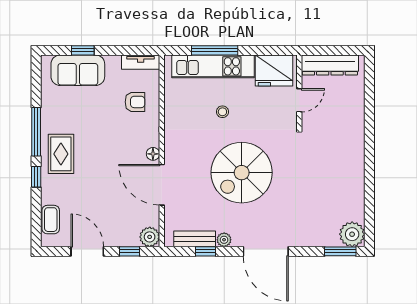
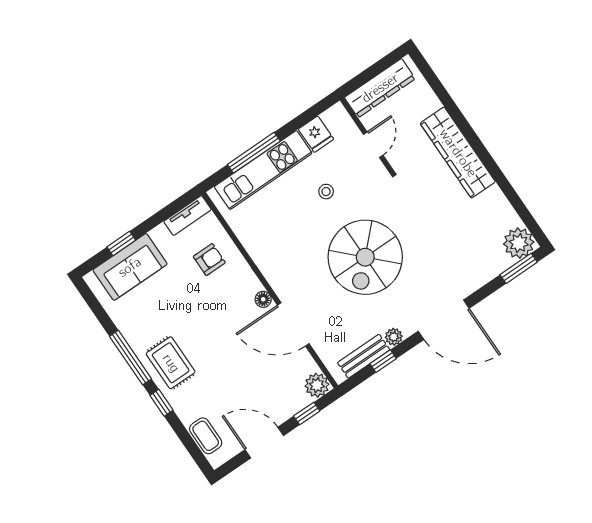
fridge: (274, 70) -> (316, 134), width x0.53, depth x0.75
stool: (222, 112) -> (326, 192), moved
wardrobe: (353, 145) -> (458, 153), added

